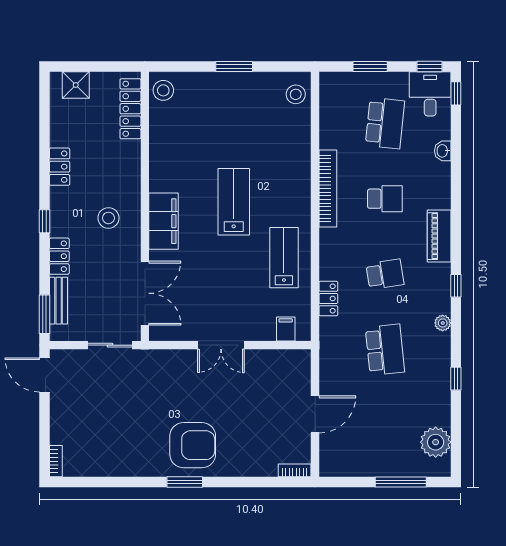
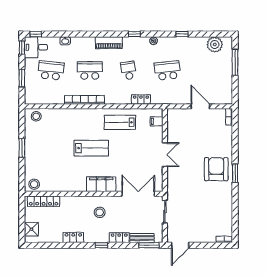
school desk: (385, 199) -> (90, 70), width x1.85
lab bench: (234, 202) -> (91, 148), turned 180

